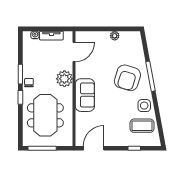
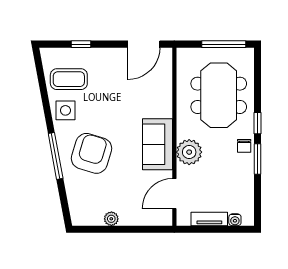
sofa: (85, 95) -> (157, 144), moved

